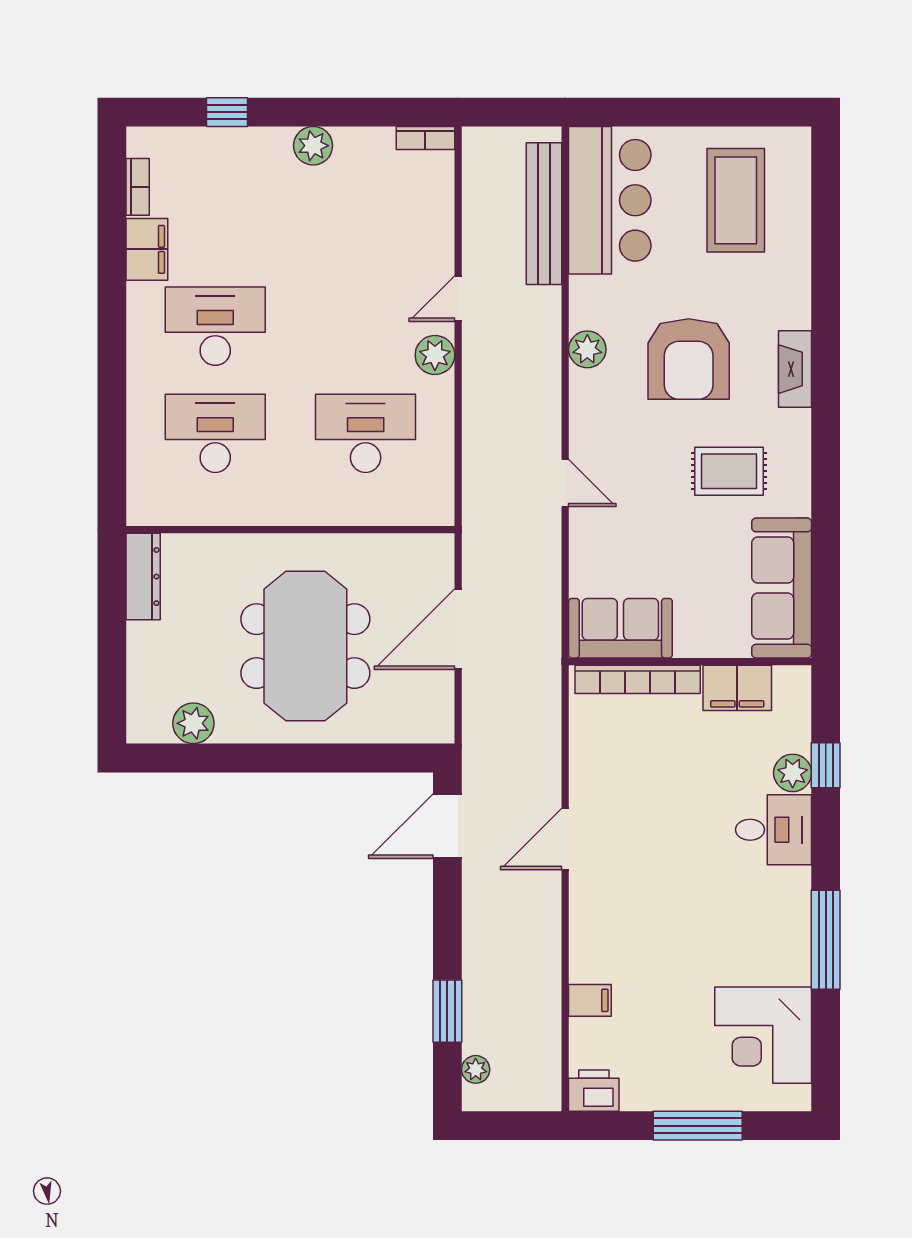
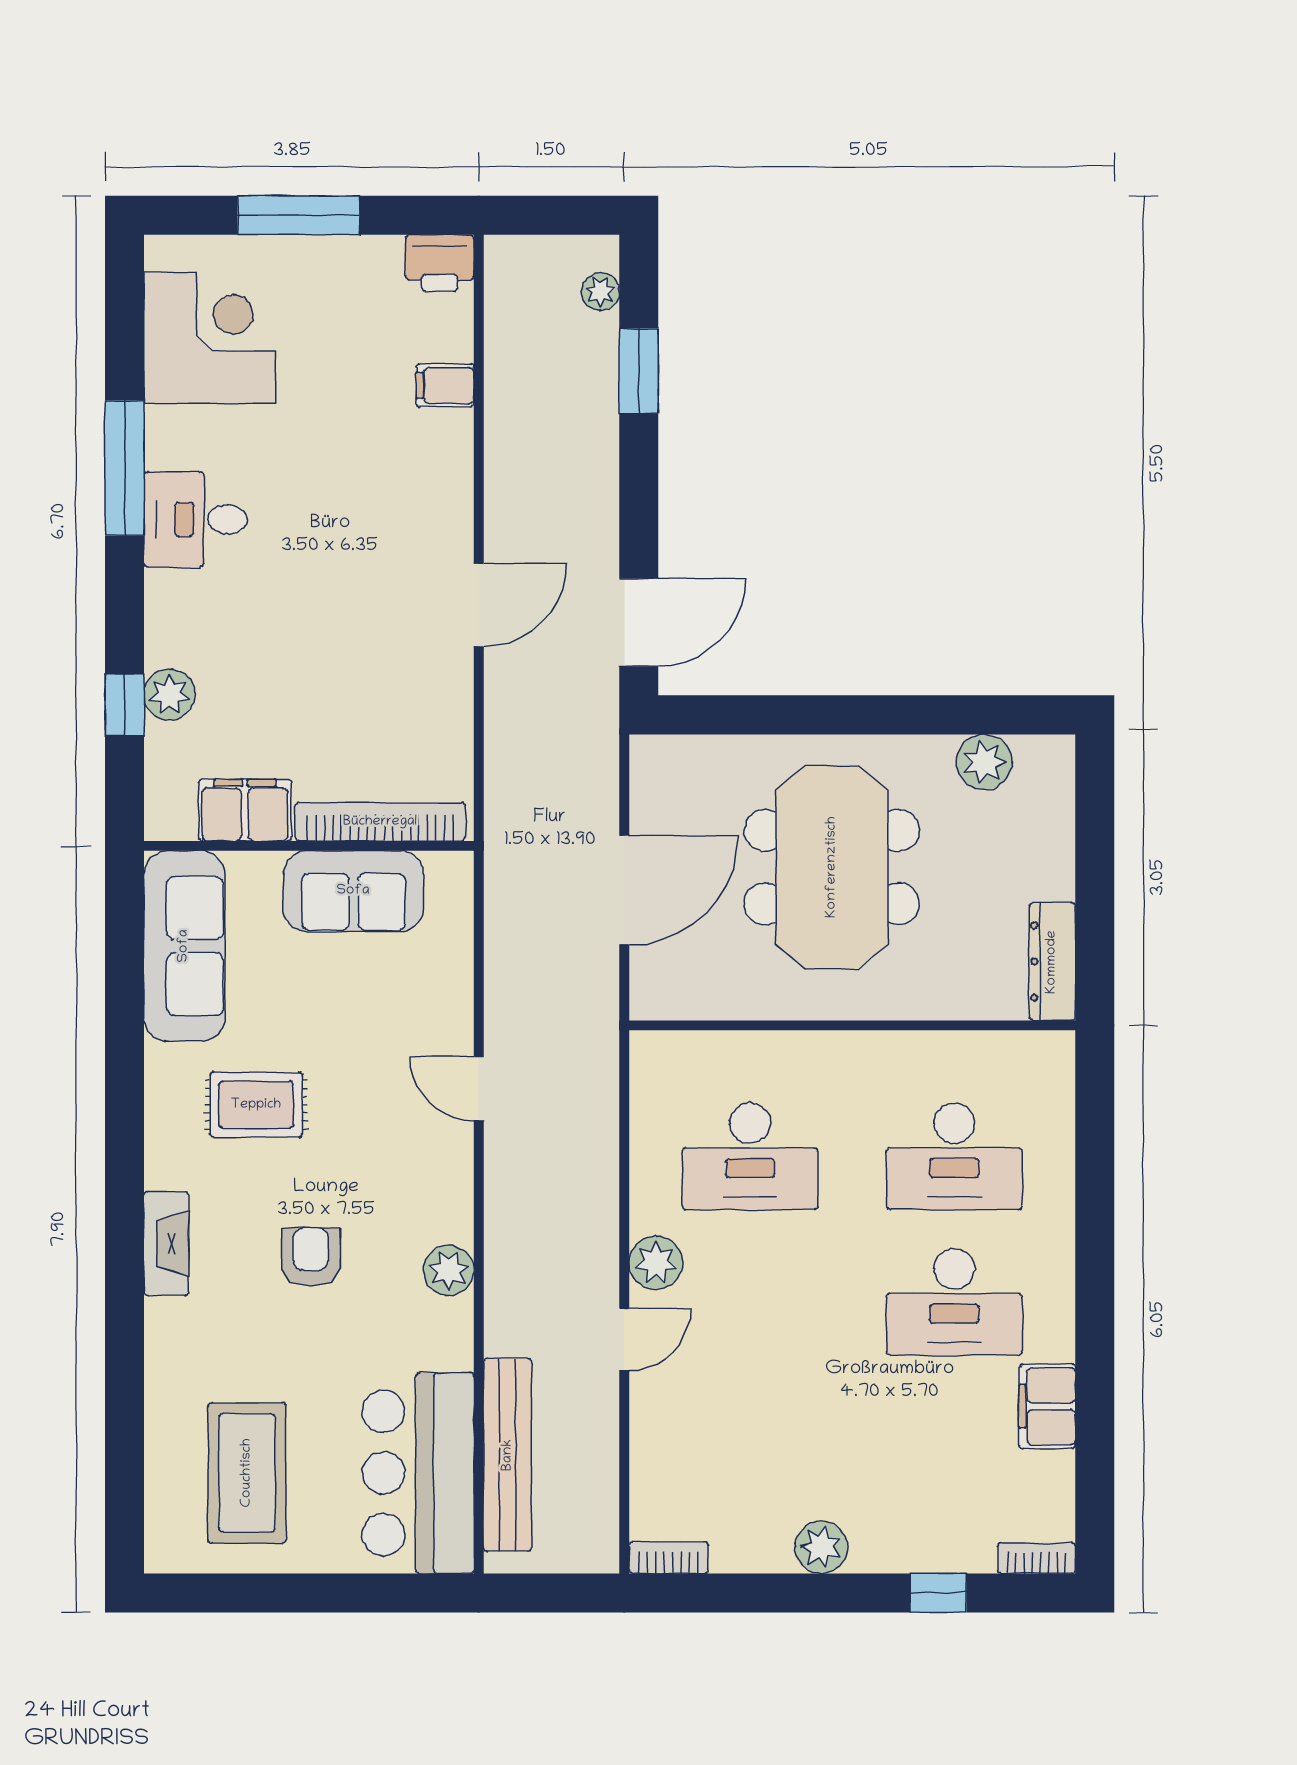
bookcase: (138, 187) -> (1037, 1558), moved, turned 90
armchair: (689, 359) -> (311, 1257), width x0.53, depth x0.53
sofa: (620, 628) -> (353, 891), moved
desk: (774, 830) -> (196, 519), moved

